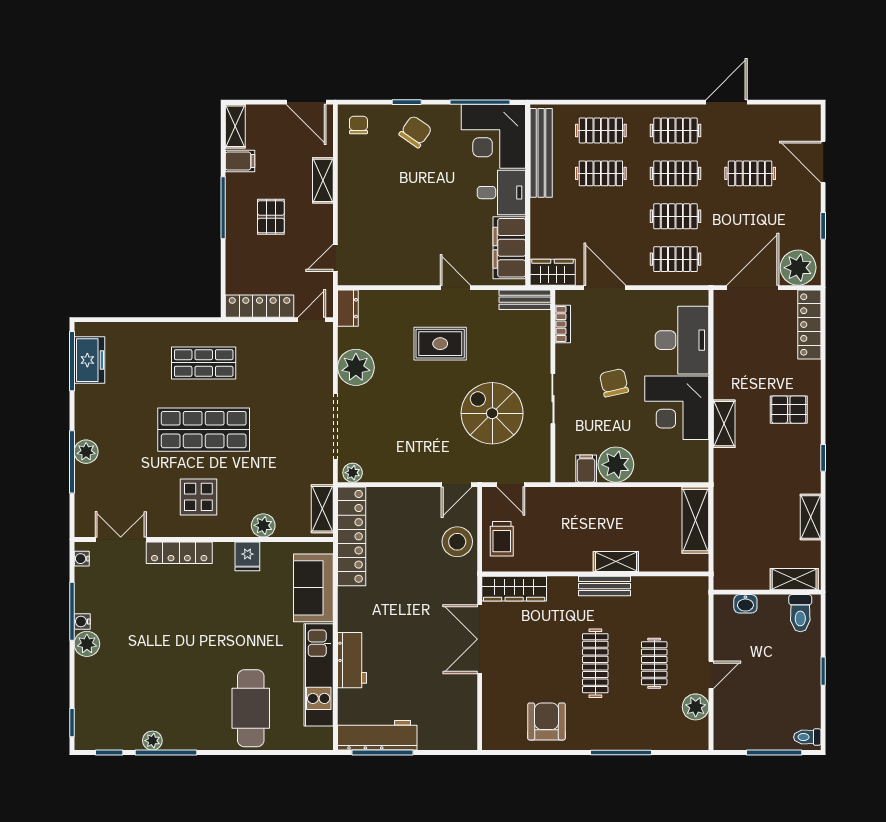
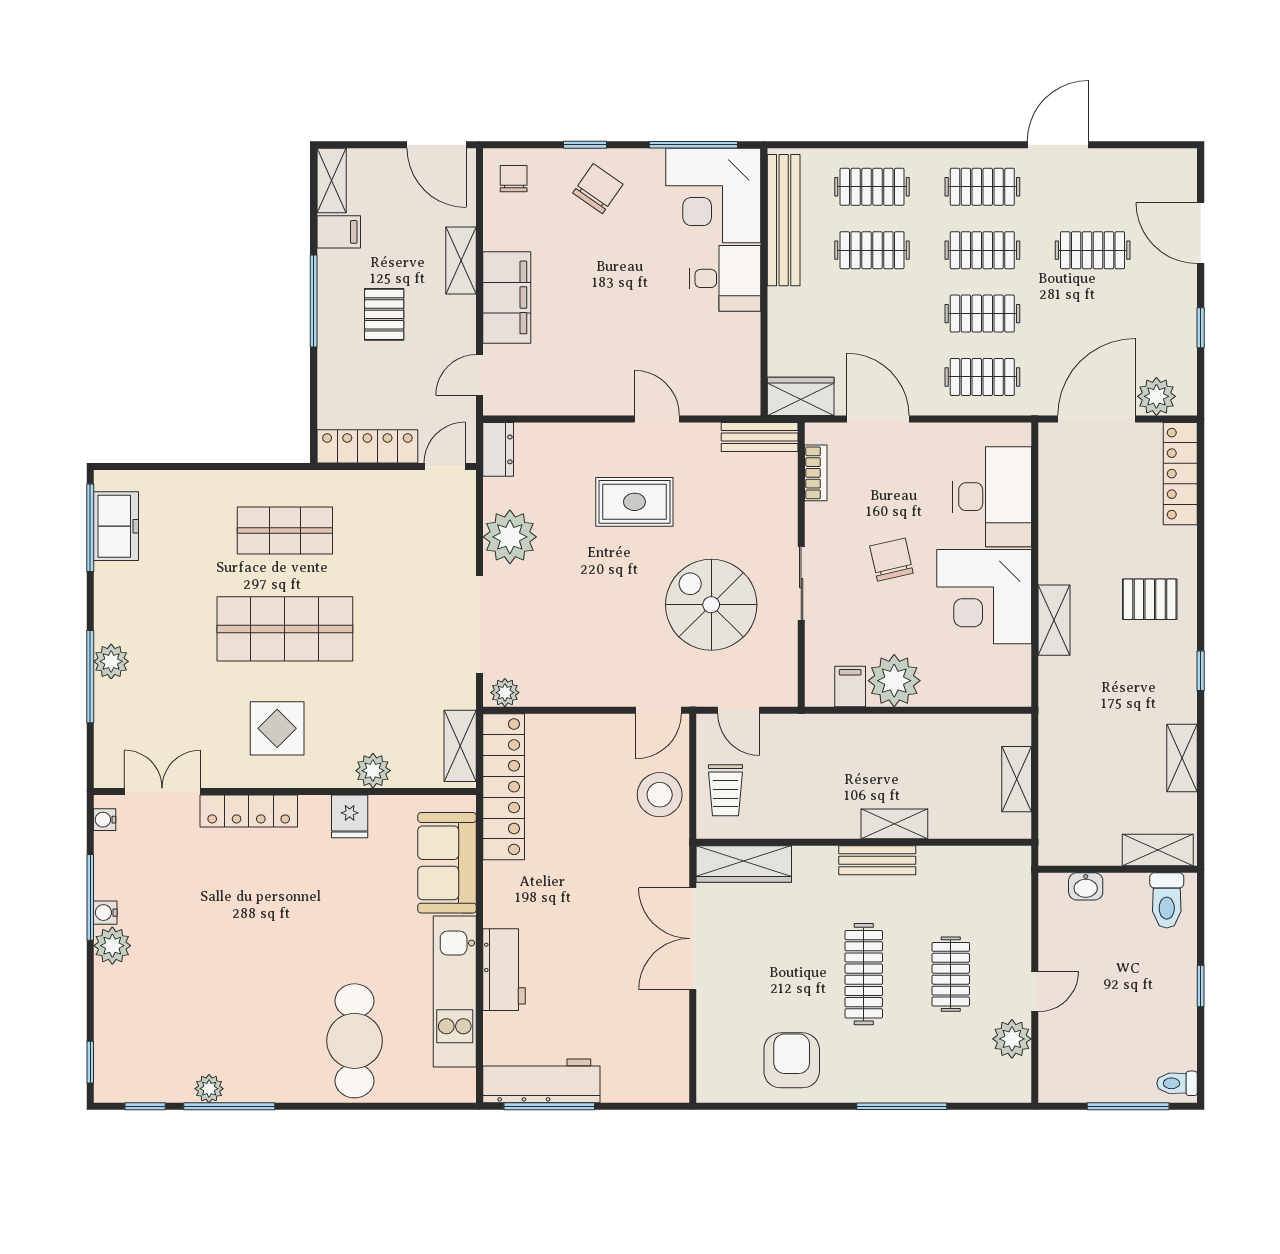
filing cabinet: (509, 248) -> (507, 297), moved, turned 180
plant: (798, 268) -> (1156, 396), width x0.73, depth x0.73
shelving: (695, 520) -> (1017, 779), width x0.67, depth x0.75

